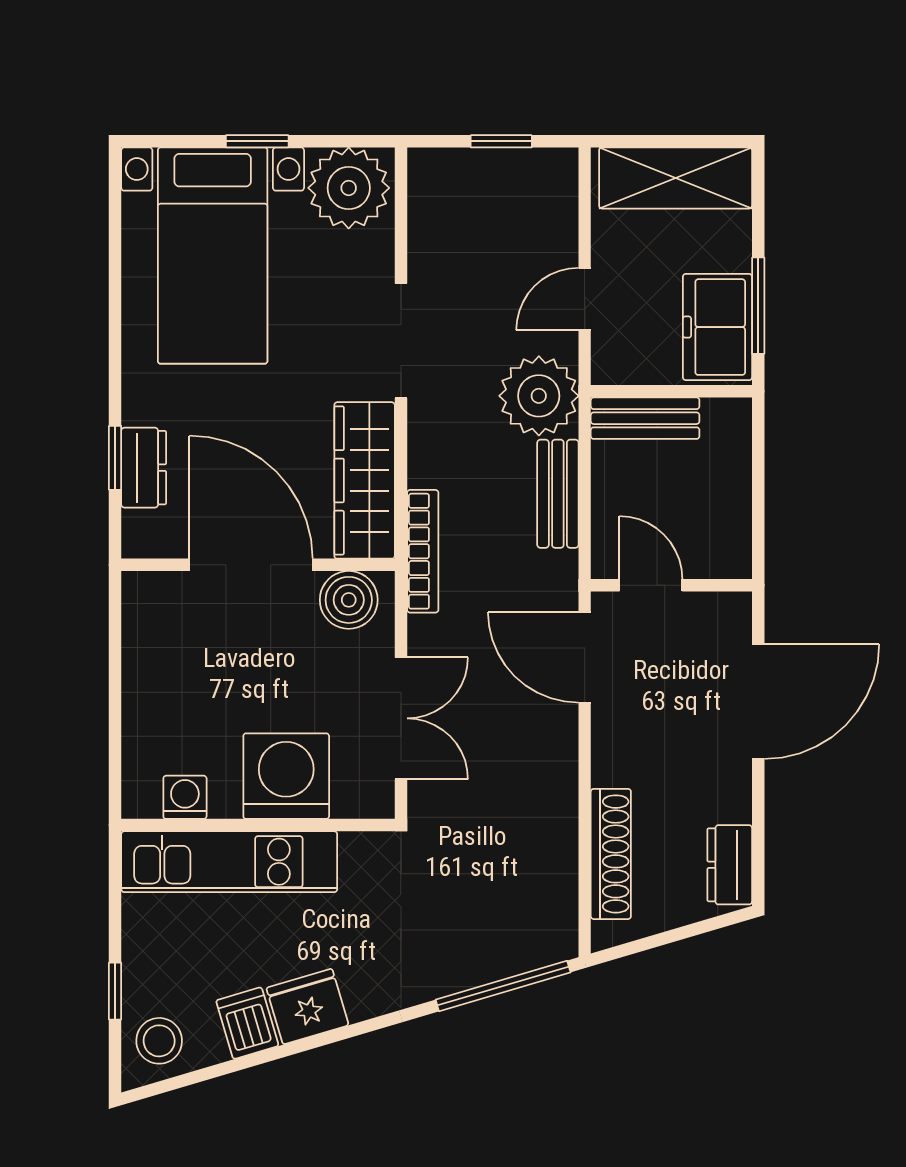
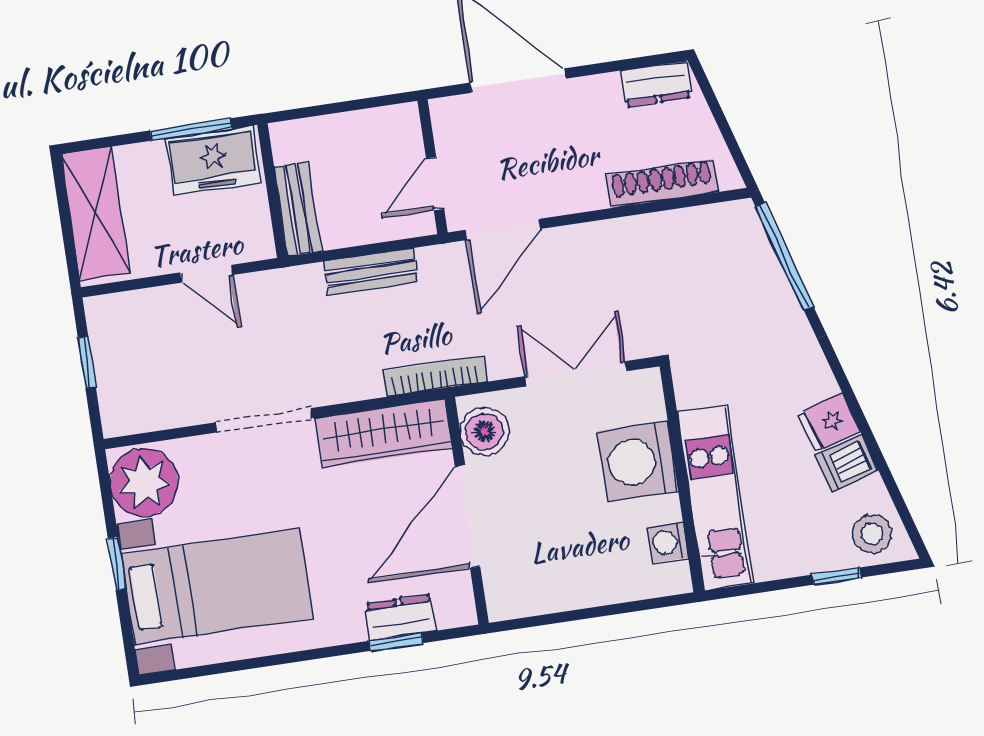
plant: (539, 396) -> (292, 300), removed
fridge: (307, 1007) -> (829, 423), width x0.72

